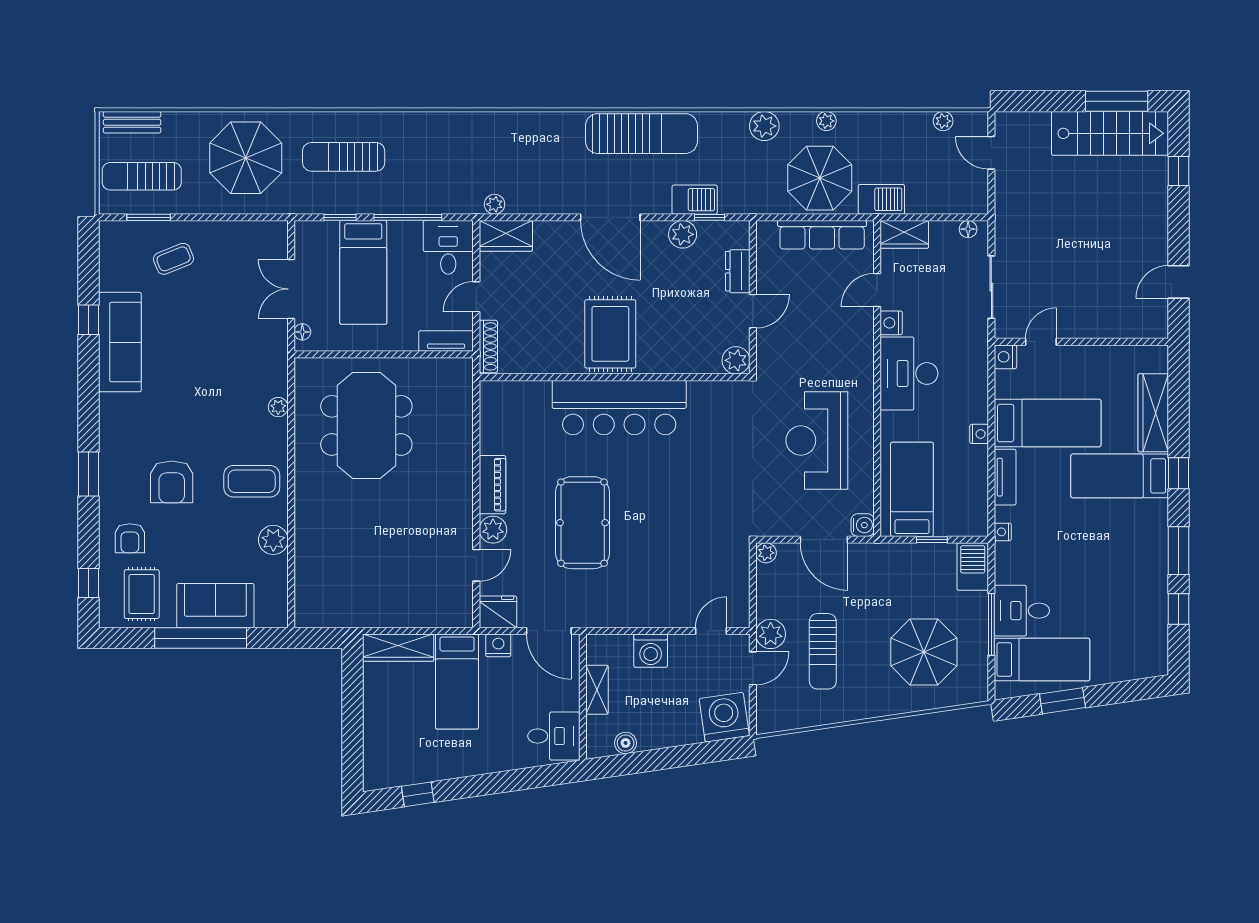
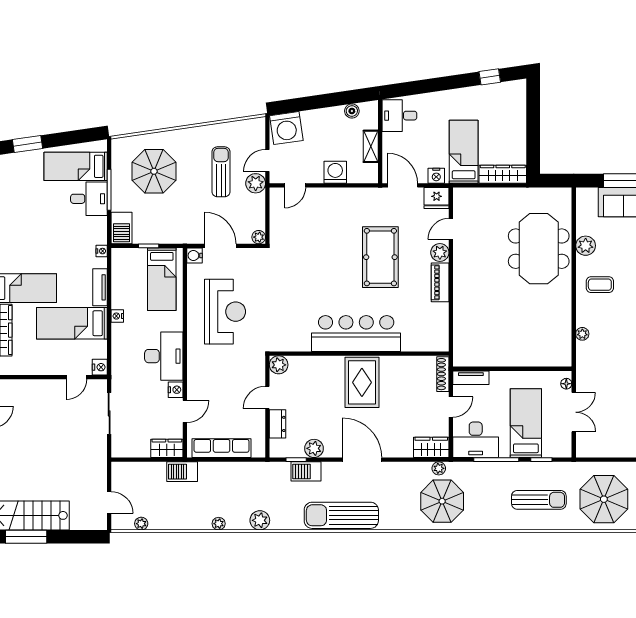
parasol: (820, 178) -> (442, 501), moved
floor lamp: (968, 229) -> (125, 452), removed
desk: (448, 247) -> (476, 440), width x1.37
meeting table: (366, 425) -> (539, 249), moved
coffee table: (252, 481) -> (600, 285), width x0.73, depth x0.77
window: (1062, 701) -> (27, 144), moved

